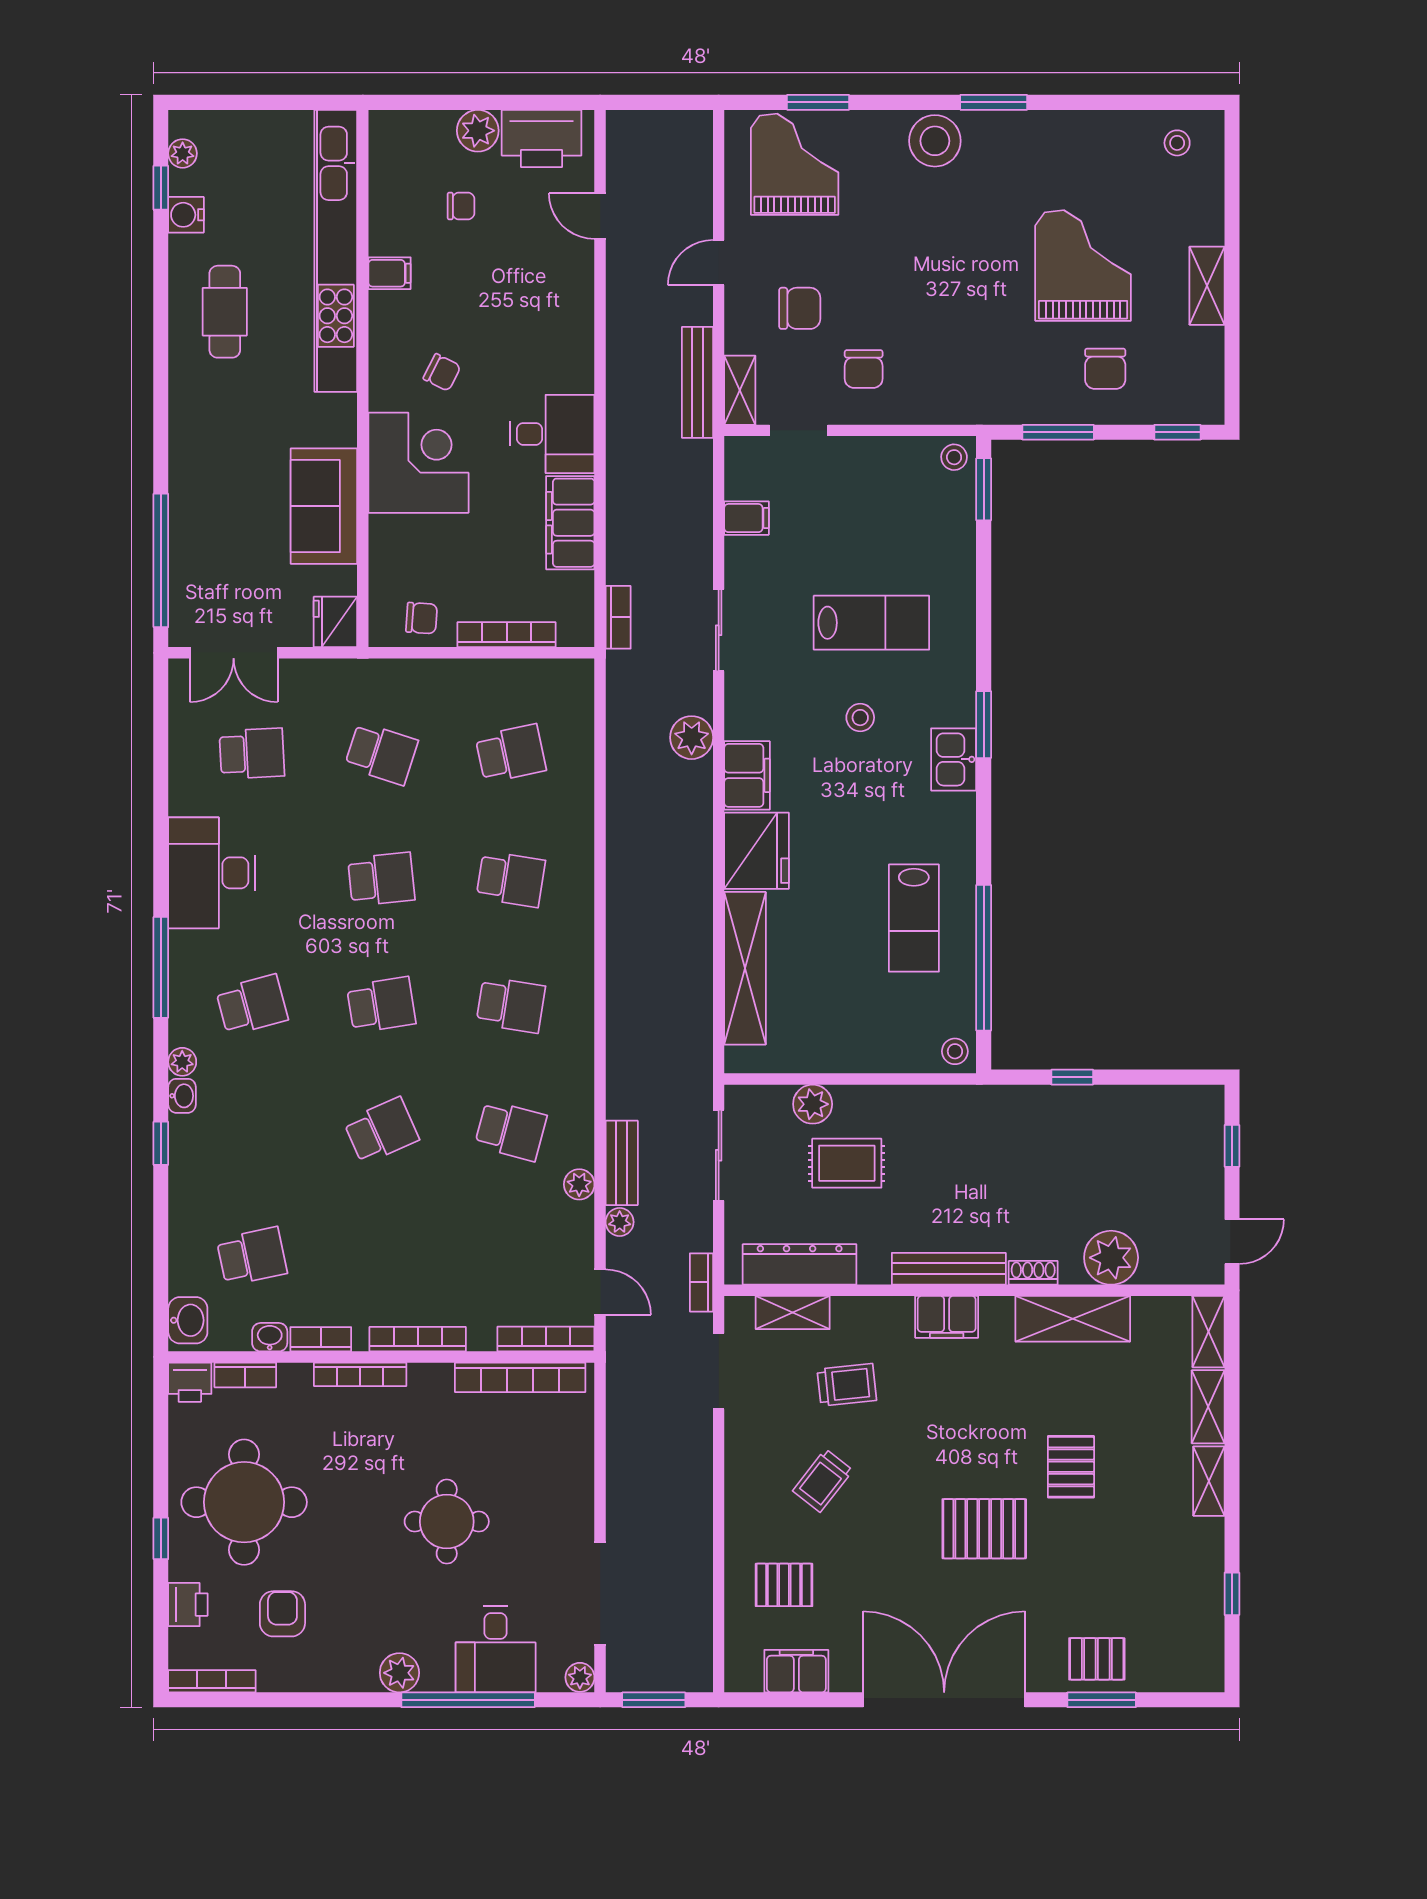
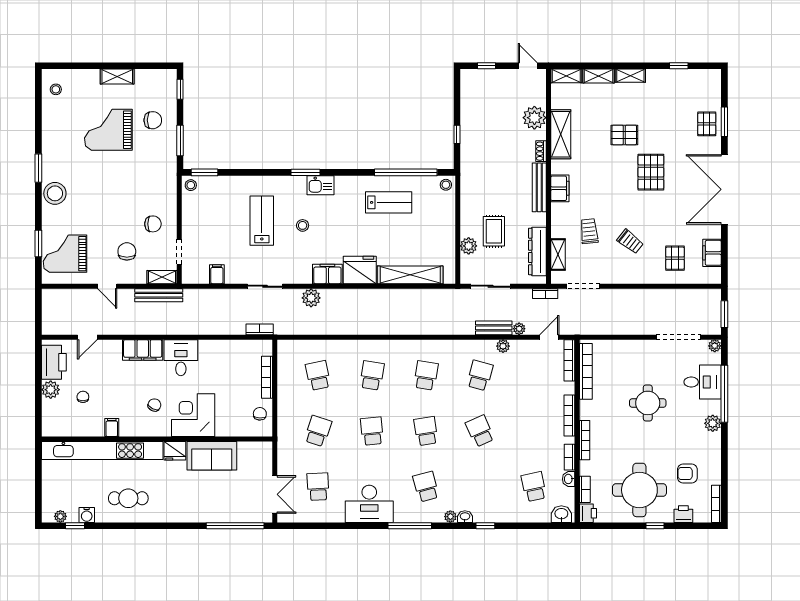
filing cabinet: (570, 523) -> (143, 350), moved
fridge: (335, 622) -> (175, 451), moved

